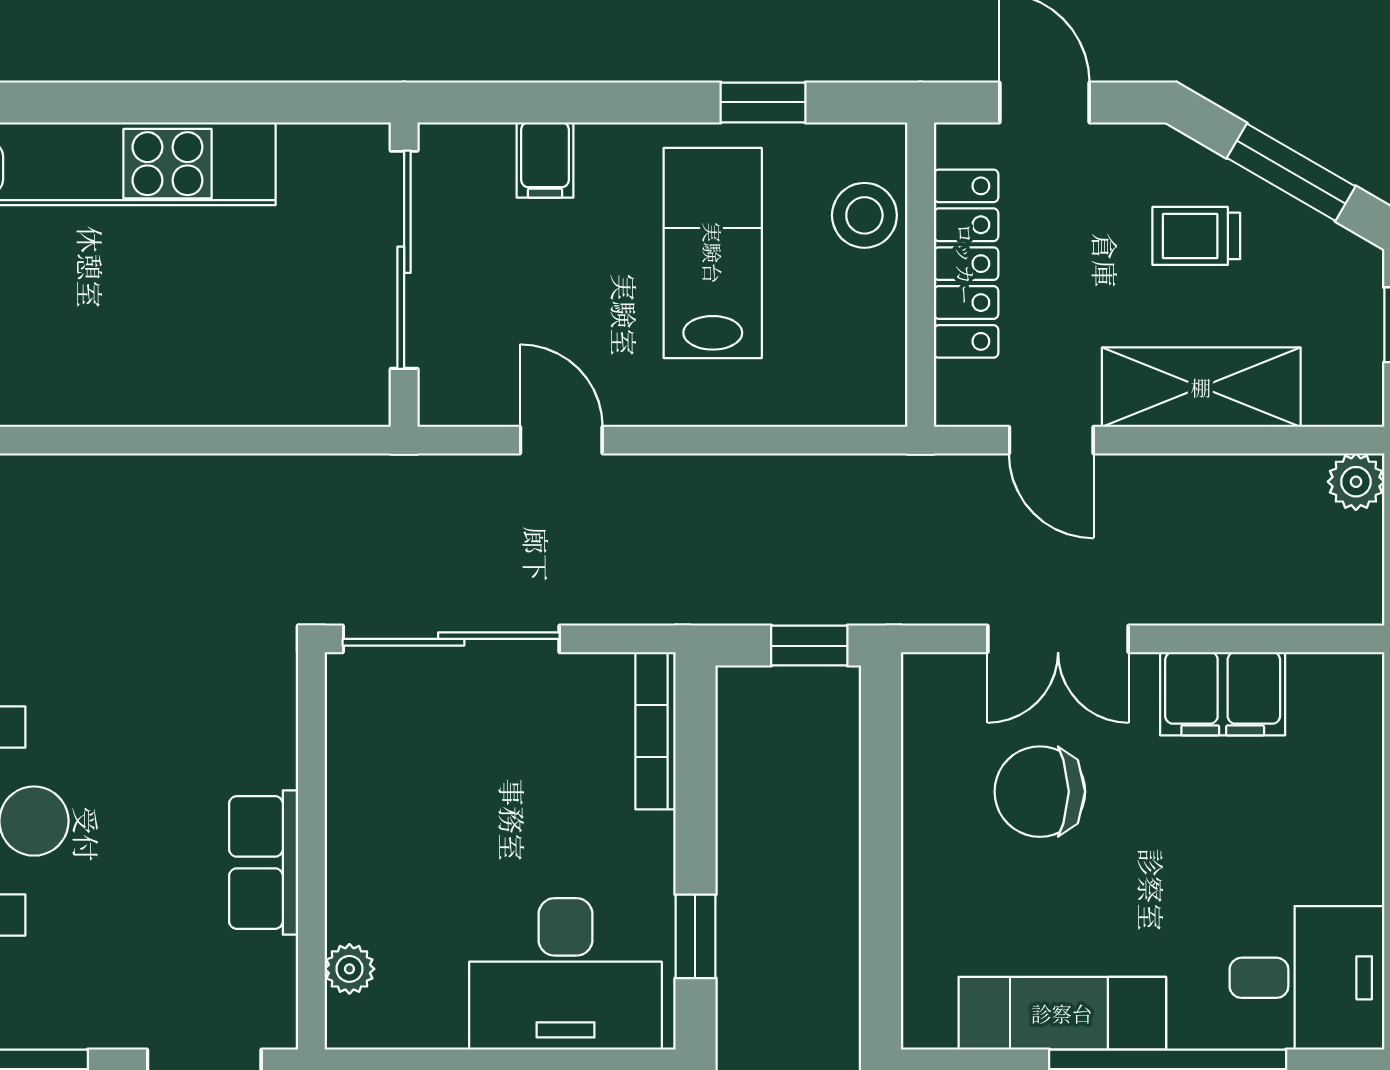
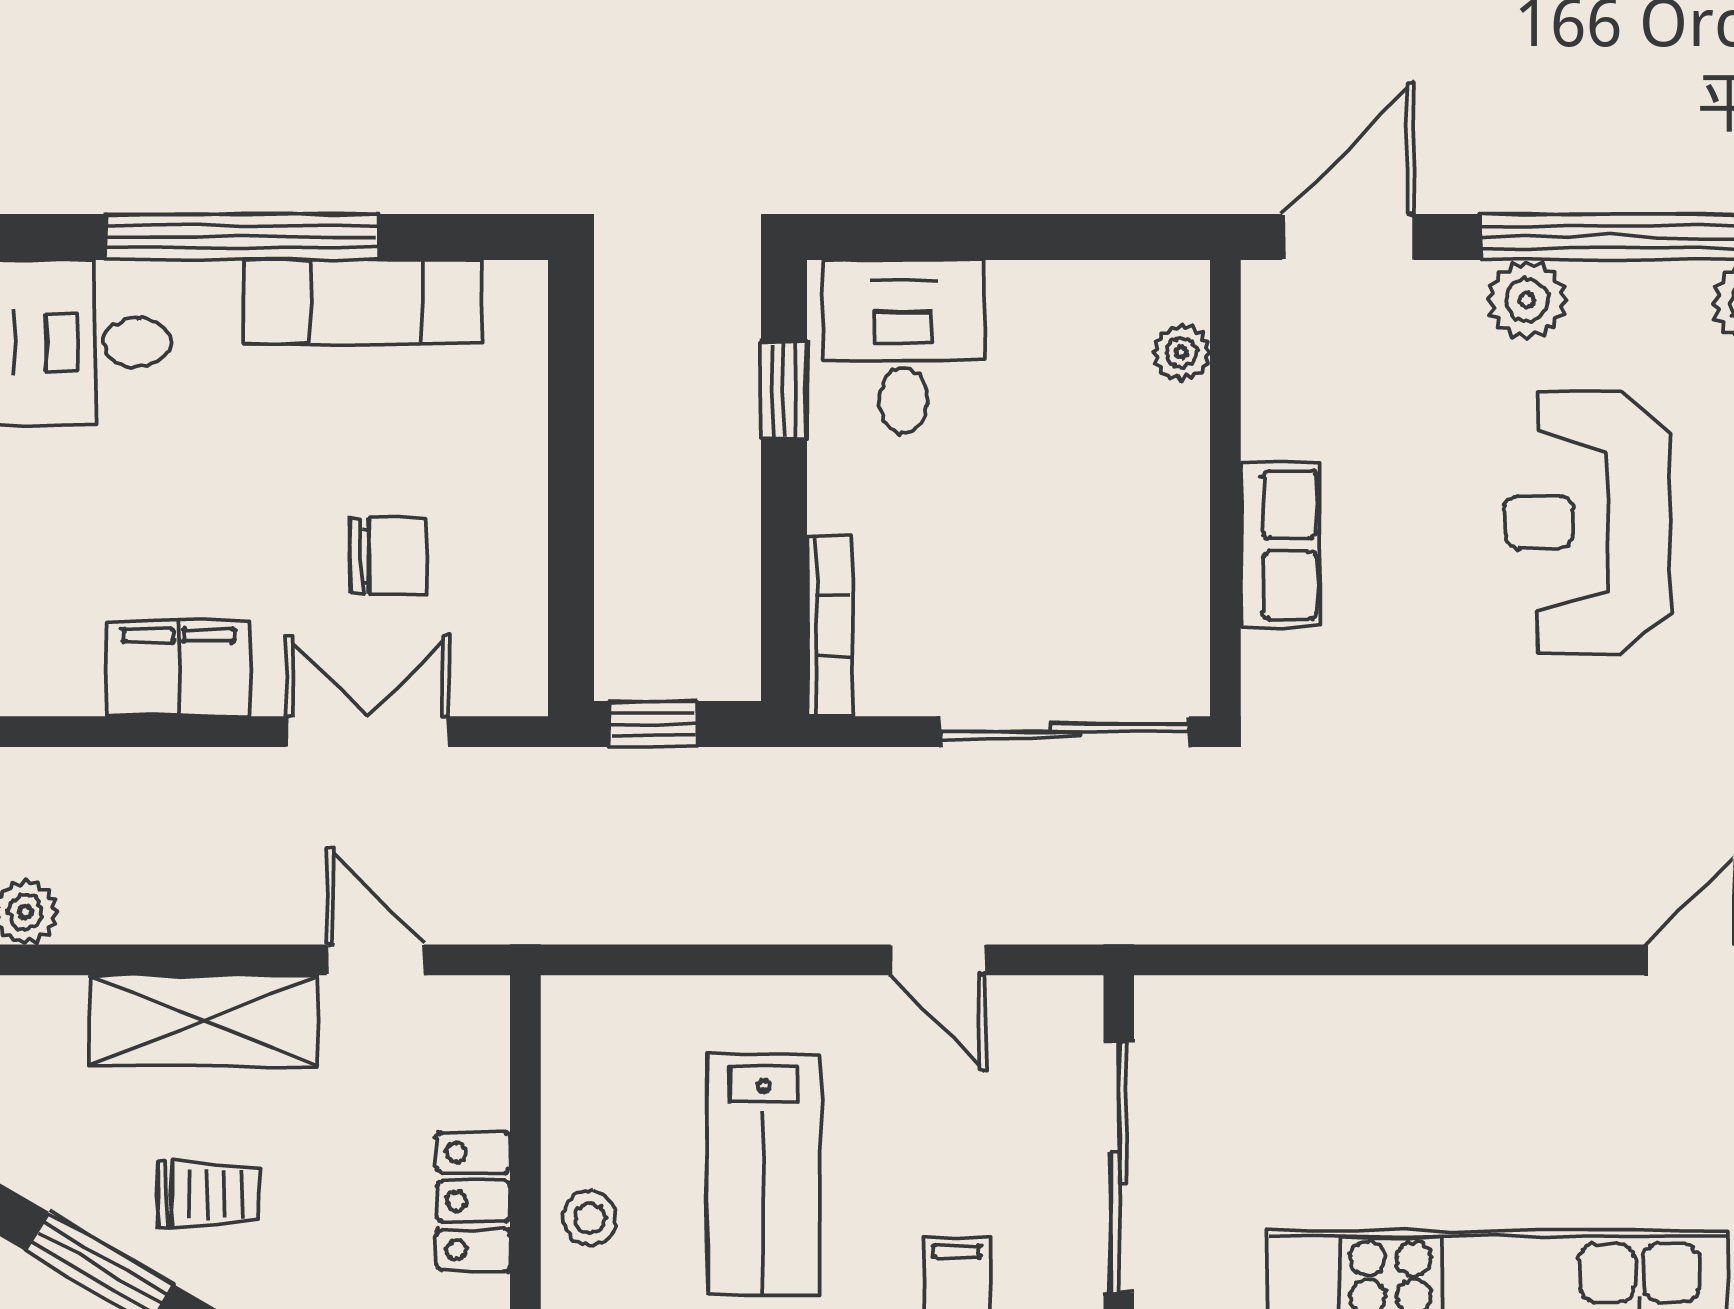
stool: (864, 215) -> (590, 1218), width x0.73, depth x0.73
locker: (966, 264) -> (473, 1201), width x0.66
chair: (1040, 792) -> (388, 556), width x0.73, depth x0.73
row of seats: (264, 862) -> (1280, 545), moved
desk: (565, 974) -> (903, 347), width x0.73
plant: (49, 1015) -> (1527, 300), added

